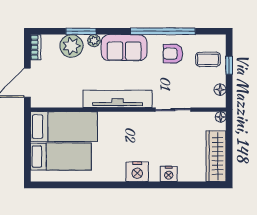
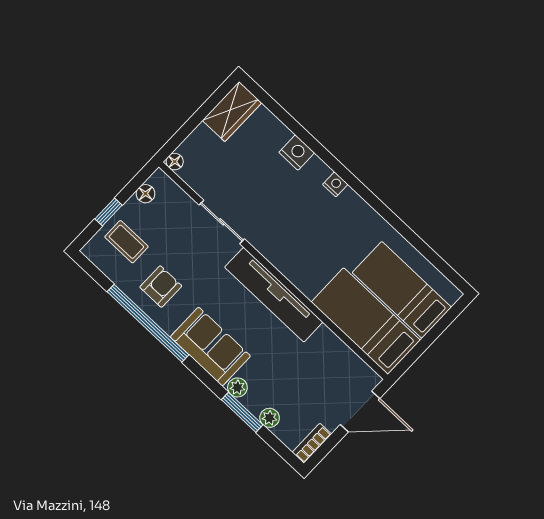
plant: (71, 46) -> (270, 418), width x0.53, depth x0.53
armchair: (173, 54) -> (161, 287), turned -90
wardrobe: (216, 156) -> (232, 112), width x0.67
nightstand: (137, 172) -> (335, 184), width x0.53, depth x0.56

